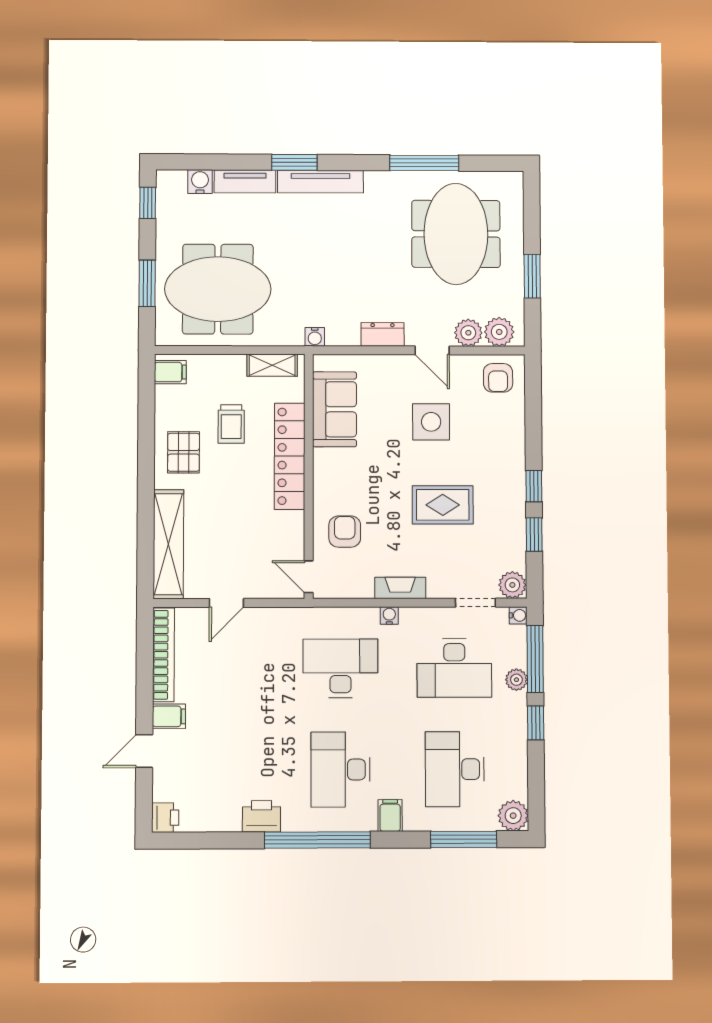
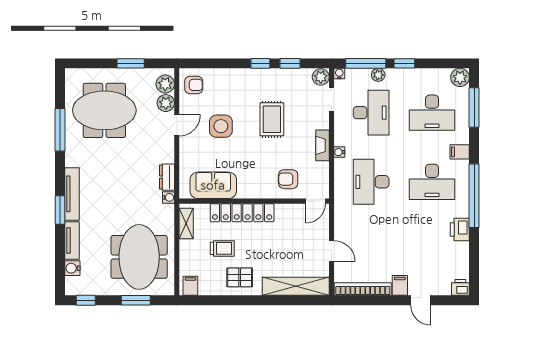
dresser: (383, 334) -> (167, 177), moved

